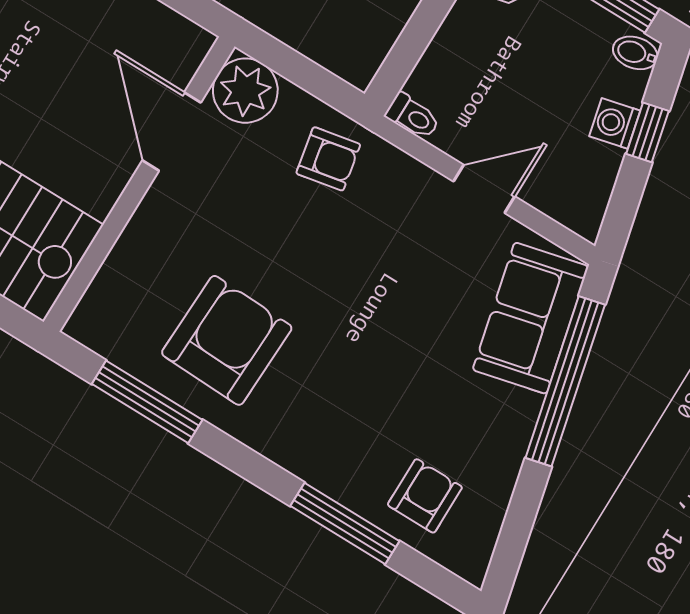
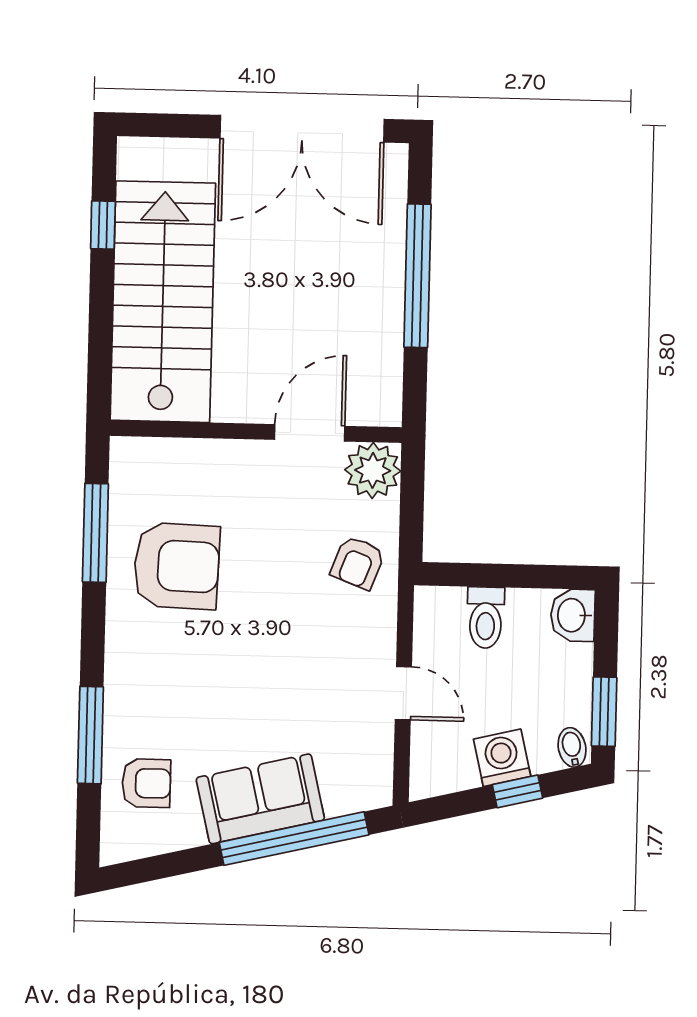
toilet: (413, 116) -> (486, 618), moved, width x1.37, depth x1.39
washing machine: (615, 123) -> (502, 758), width x1.38, depth x1.38
armchair: (328, 159) -> (358, 563), turned 32
sofa: (531, 318) -> (260, 799), moved

